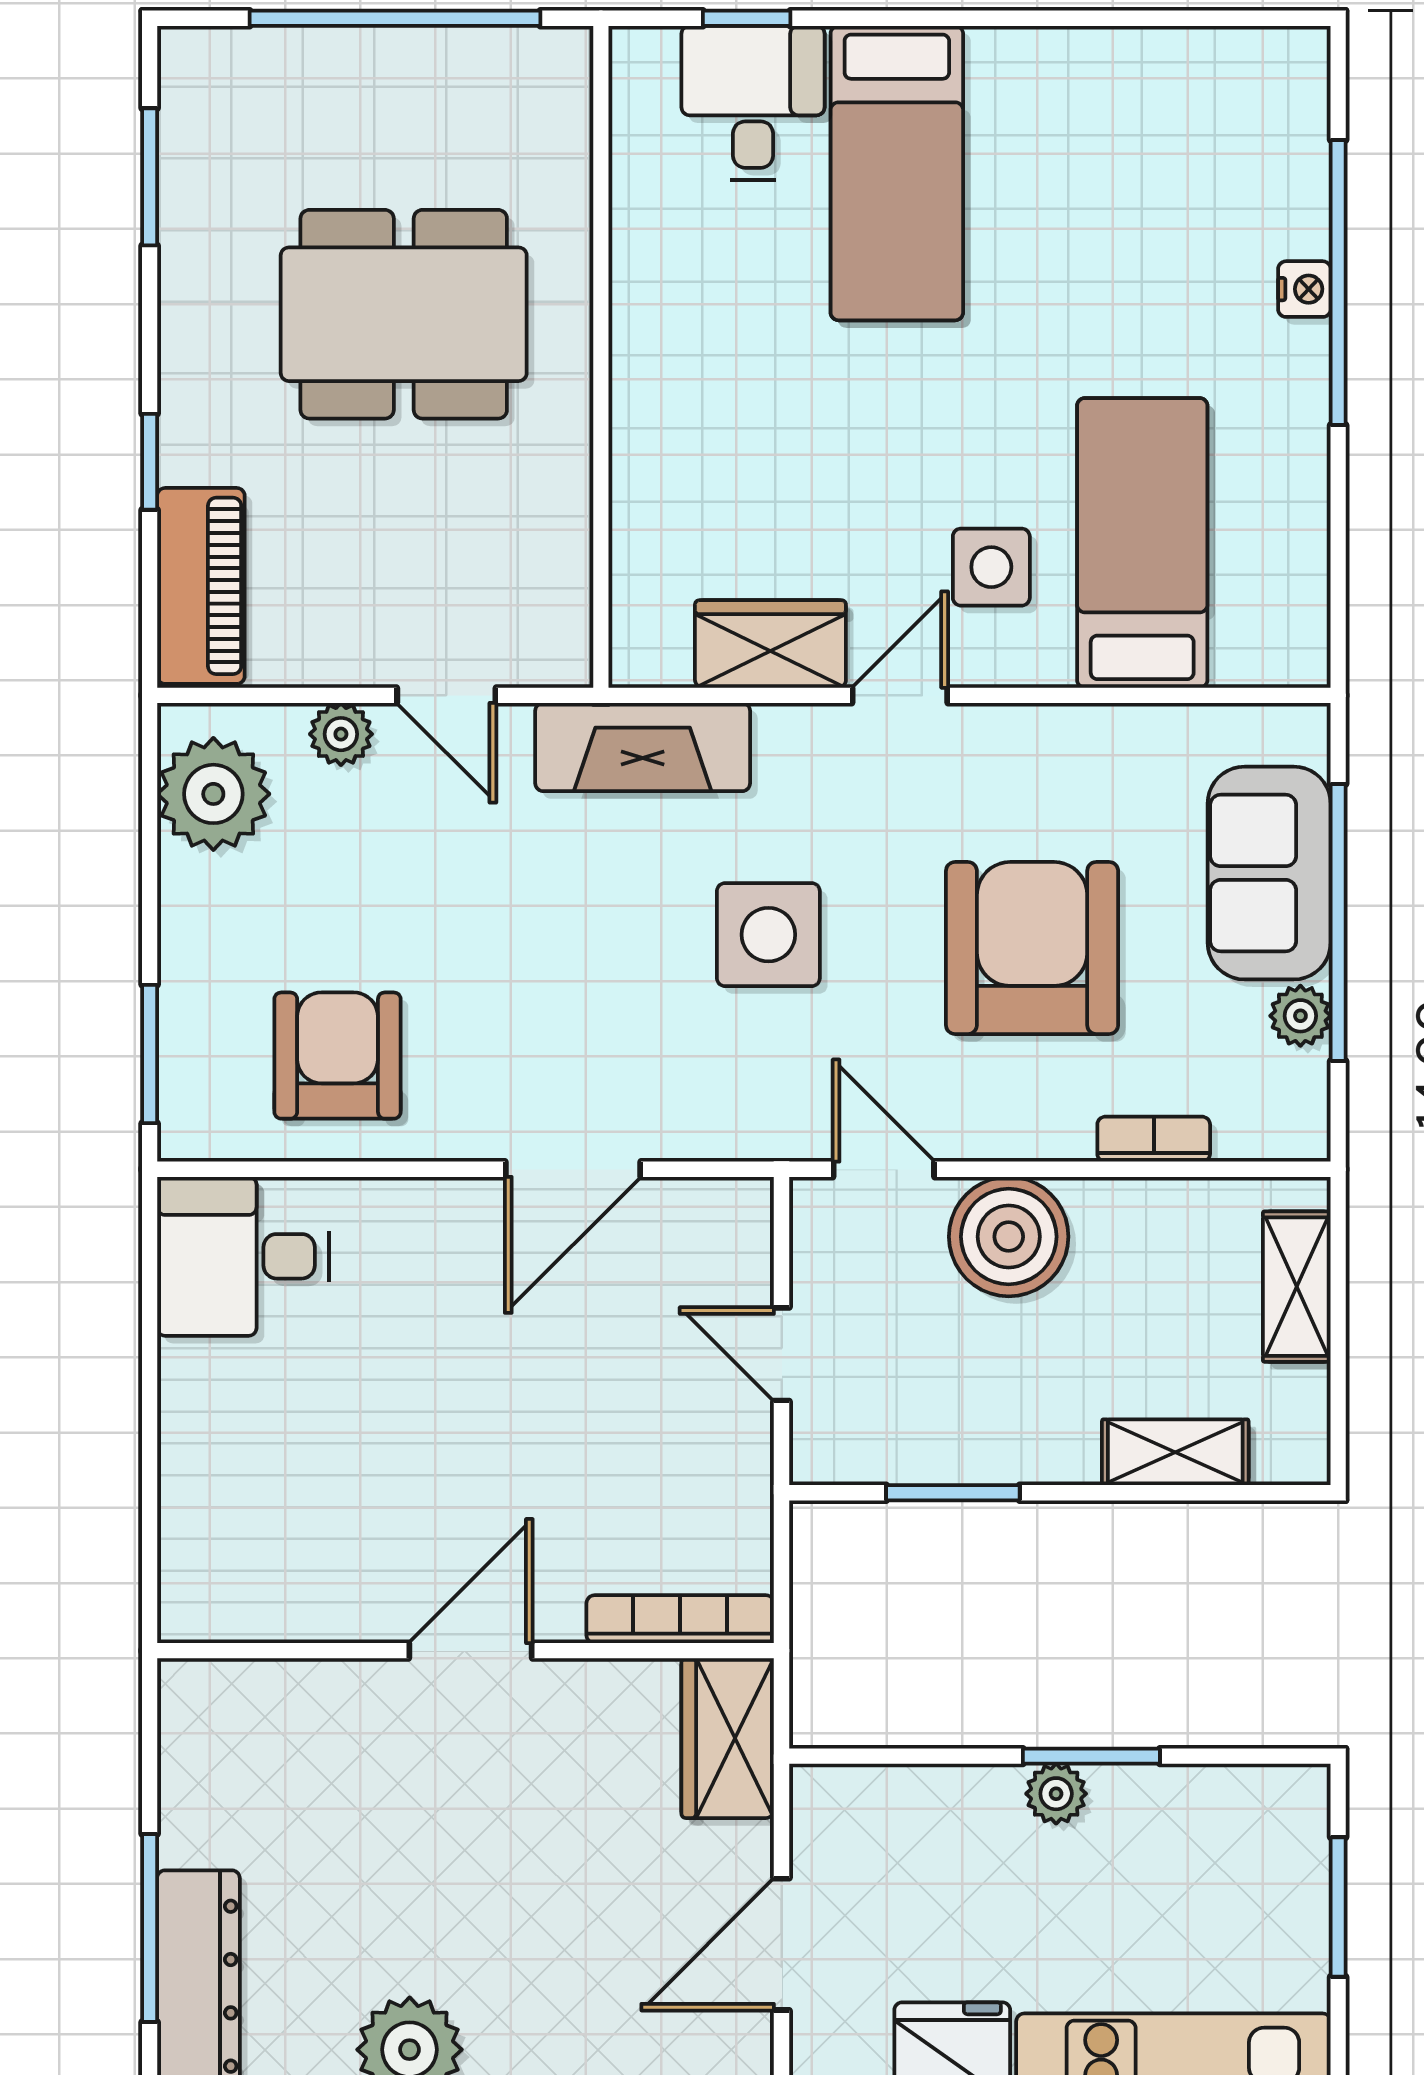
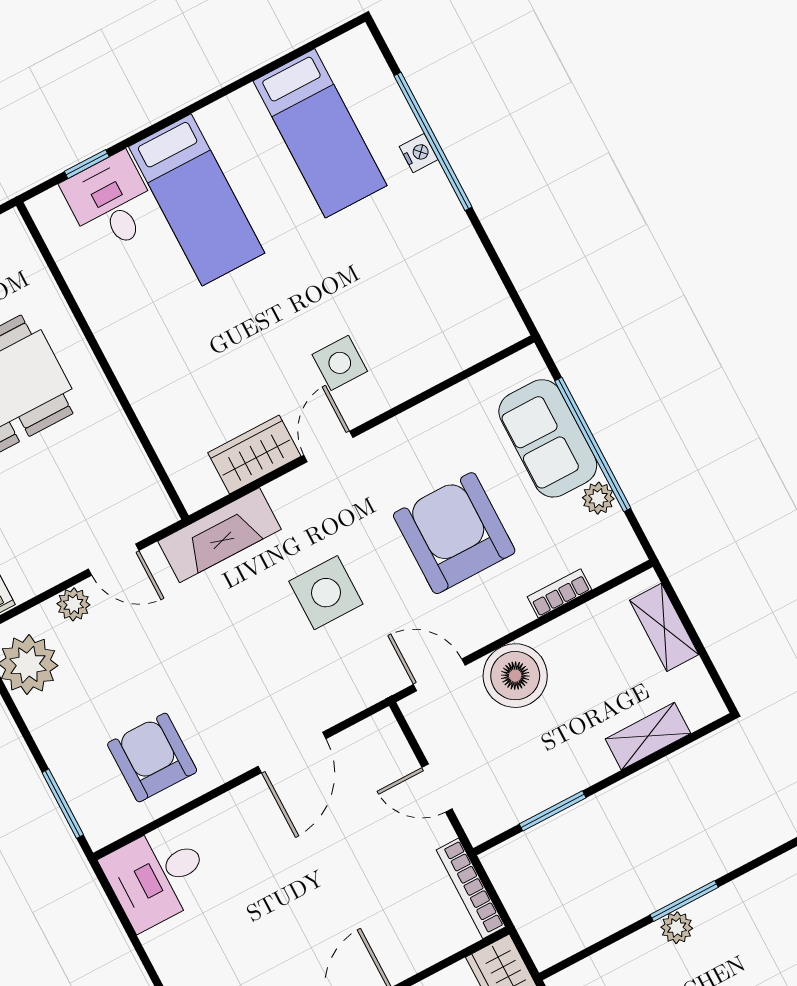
bed: (1142, 543) -> (320, 133), moved, turned 180
bookcase: (680, 1619) -> (471, 888), moved, turned -90

